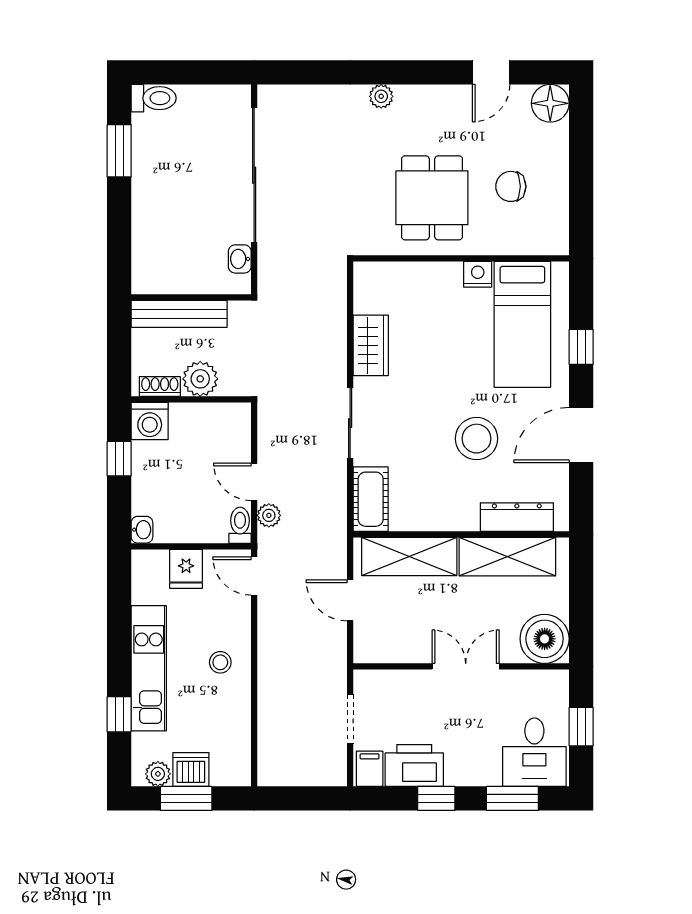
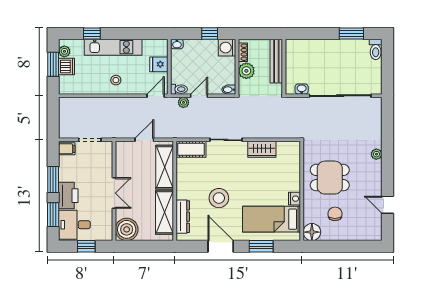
floor lamp: (550, 103) -> (312, 232), moved
window: (581, 347) -> (261, 246), width x1.50
bidet: (241, 417) -> (229, 90), added
printer: (414, 765) -> (68, 196), moved
window: (436, 798) -> (53, 180), width x1.50

